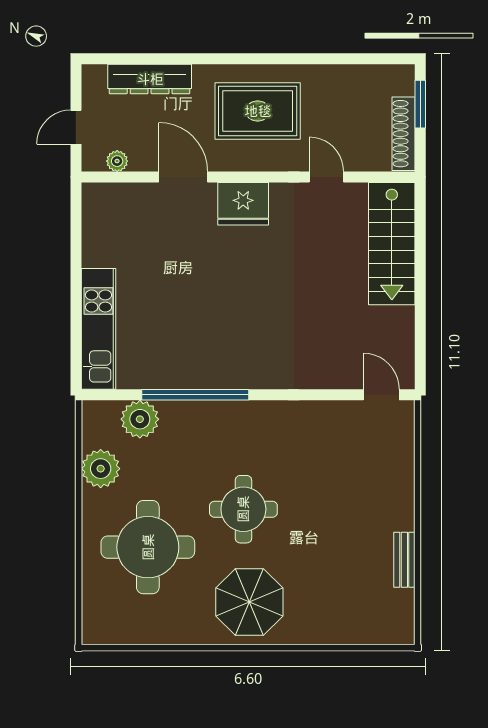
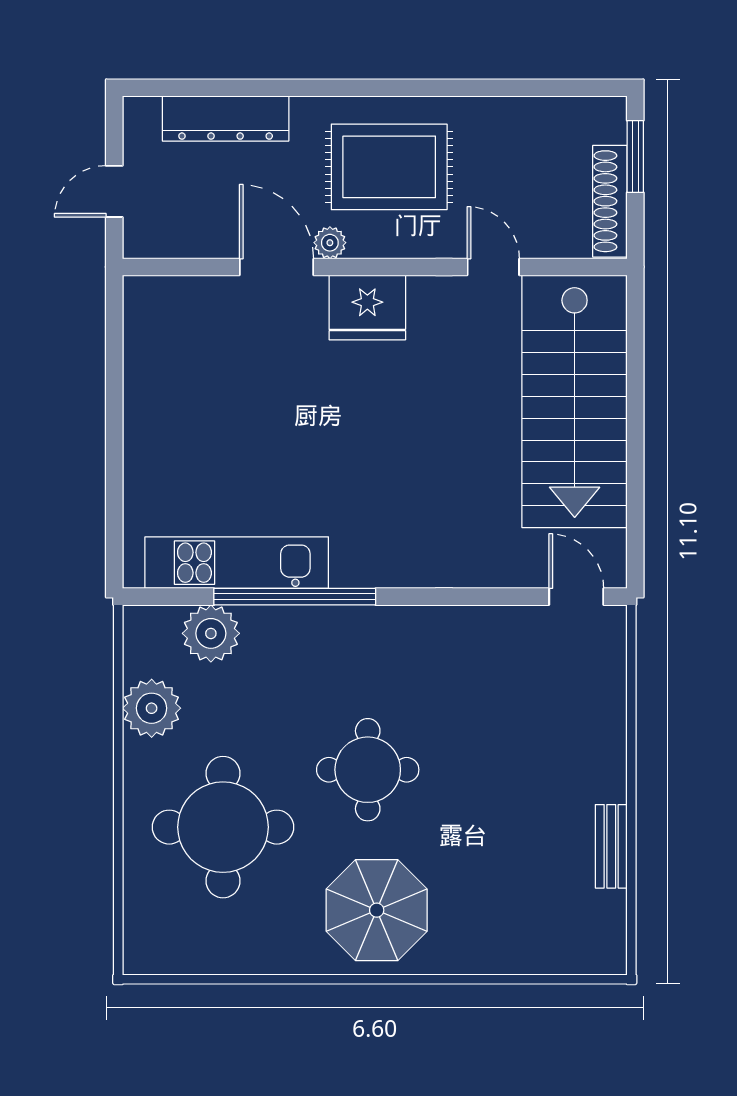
plant: (117, 161) -> (330, 243), moved
stairs: (392, 244) -> (575, 401), width x1.36, depth x1.51
kitchen unit: (98, 329) -> (237, 563), moved, turned -90

